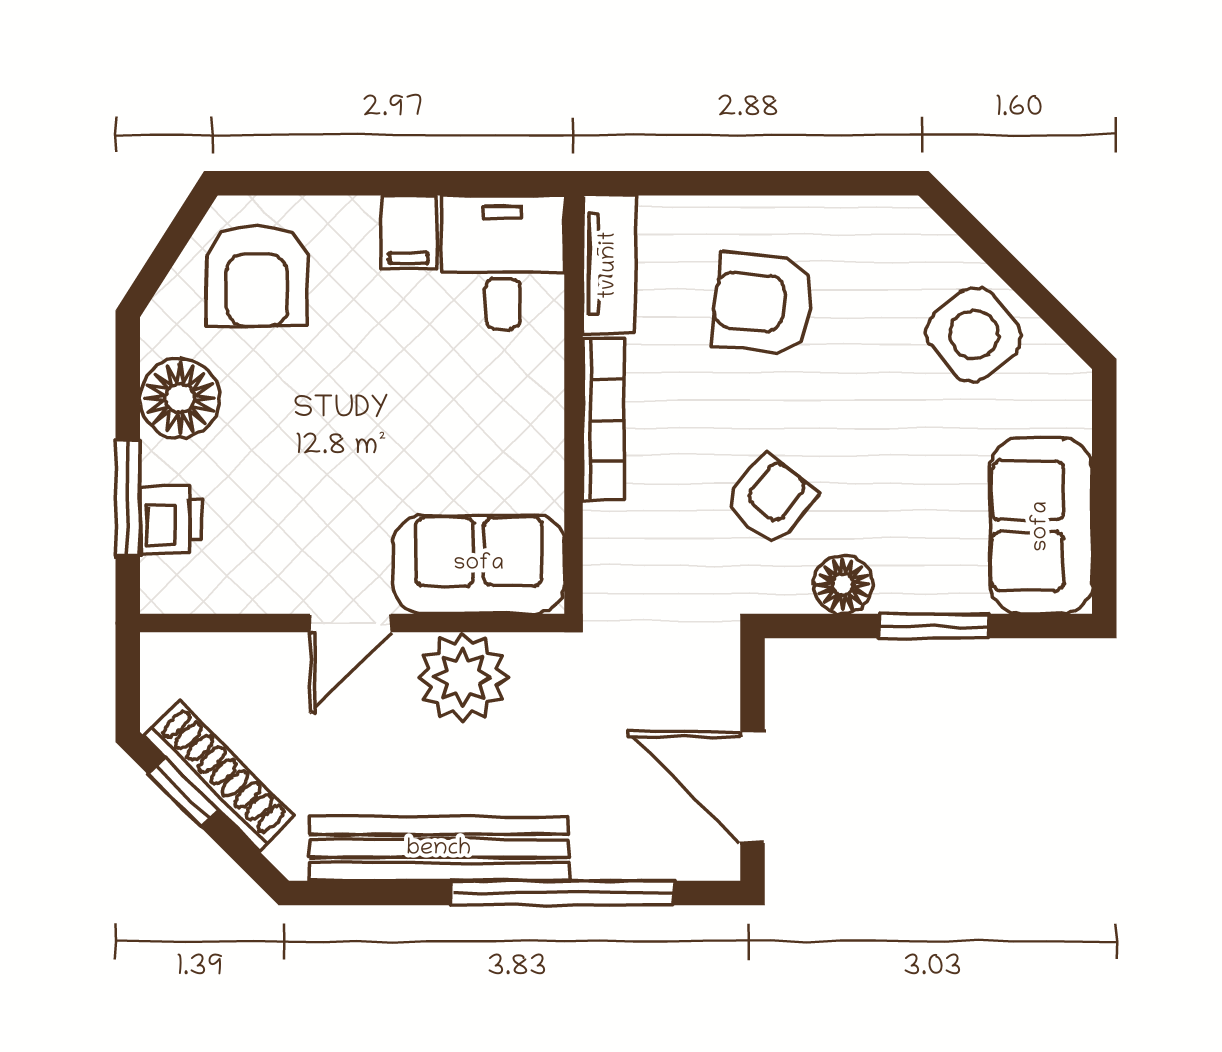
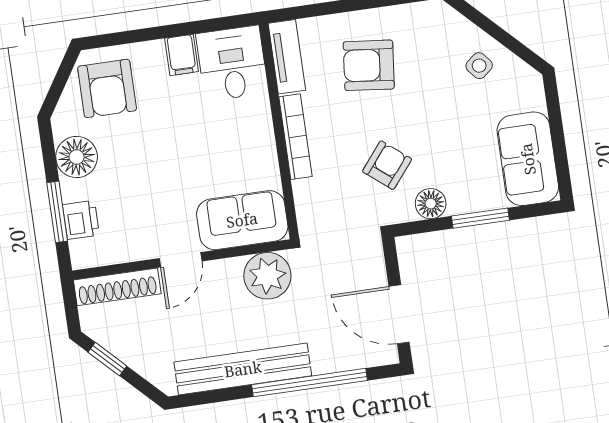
side table: (974, 335) -> (479, 66), width x0.54, depth x0.54
plant: (463, 677) -> (267, 276), moved
shoe rack: (219, 776) -> (117, 287), moved, turned 135

